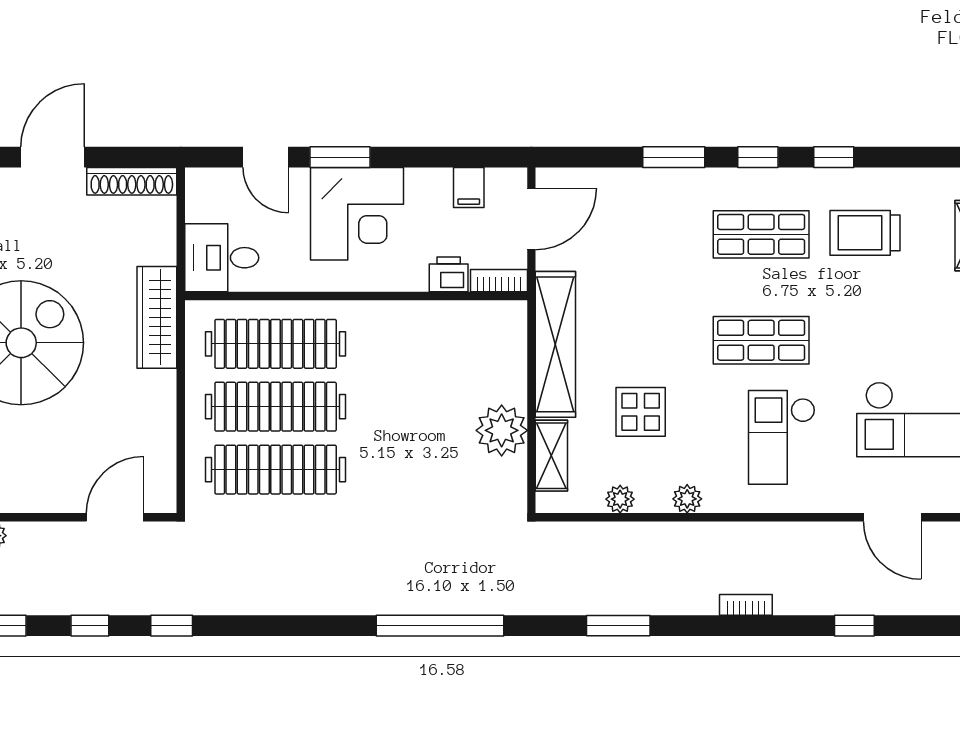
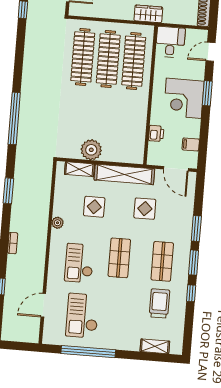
door: (266, 157) -> (211, 52), moved
window: (758, 157) -> (194, 263), width x1.50
bookcase: (499, 281) -> (152, 154), removed
display table: (635, 287) -> (145, 209), added
wardrobe: (157, 317) -> (148, 14), width x0.67
checkout: (782, 437) -> (79, 263), turned -90
plant: (620, 499) -> (60, 196), removed

